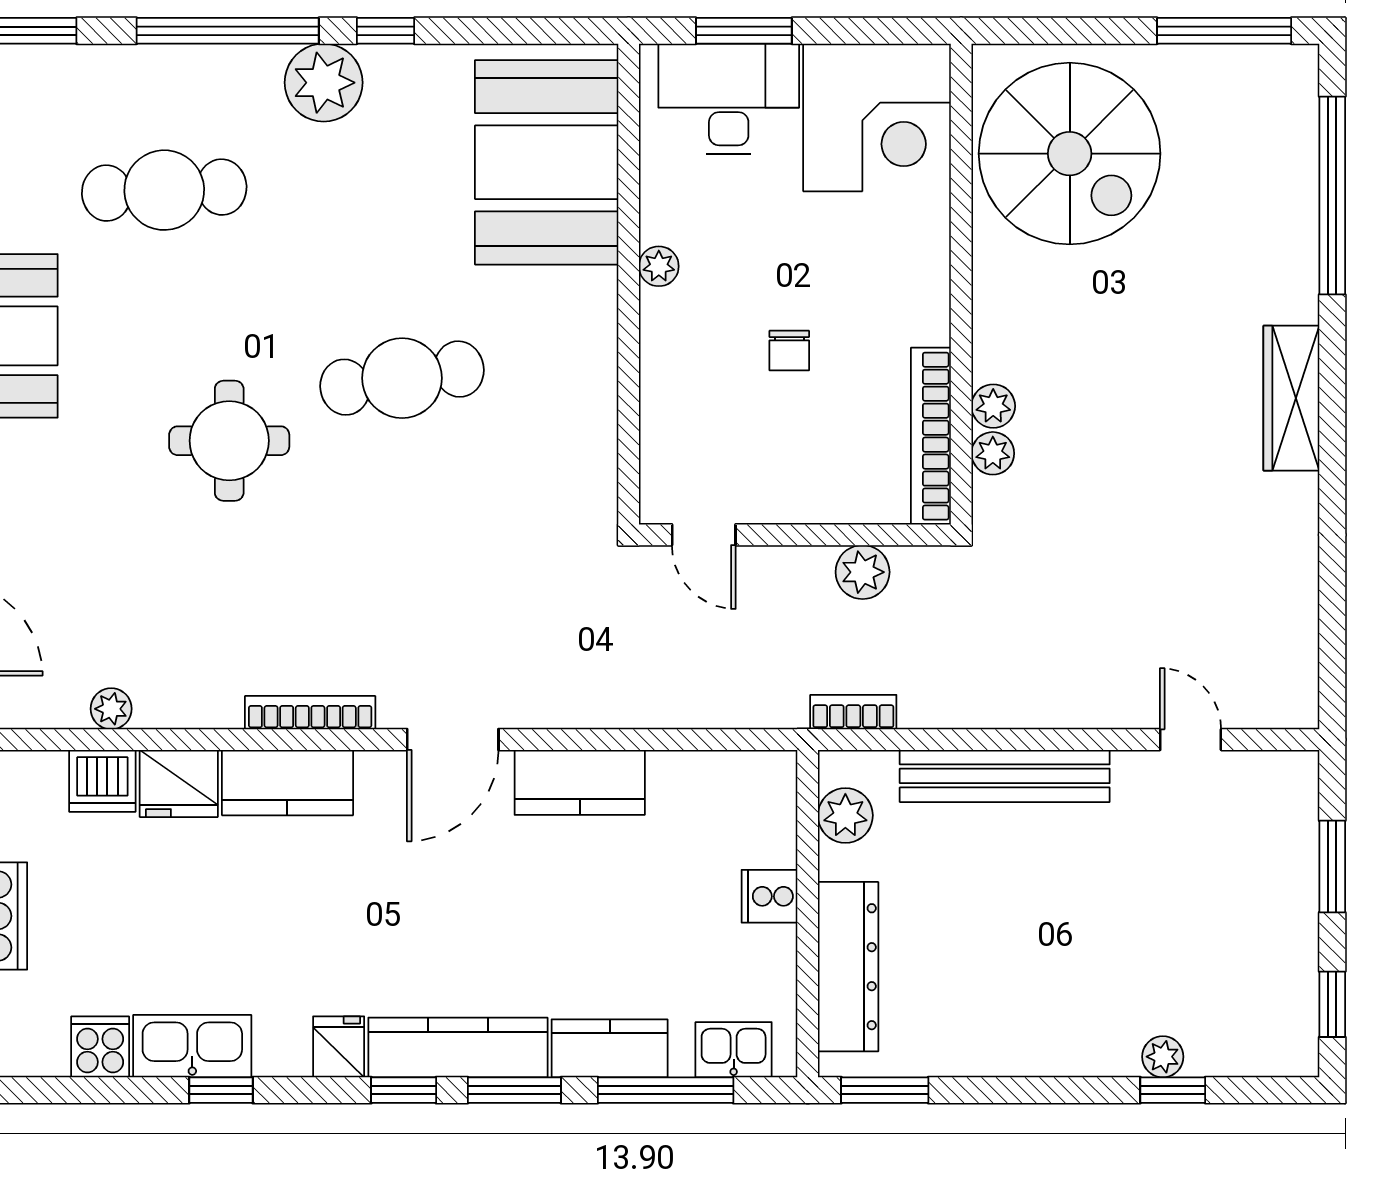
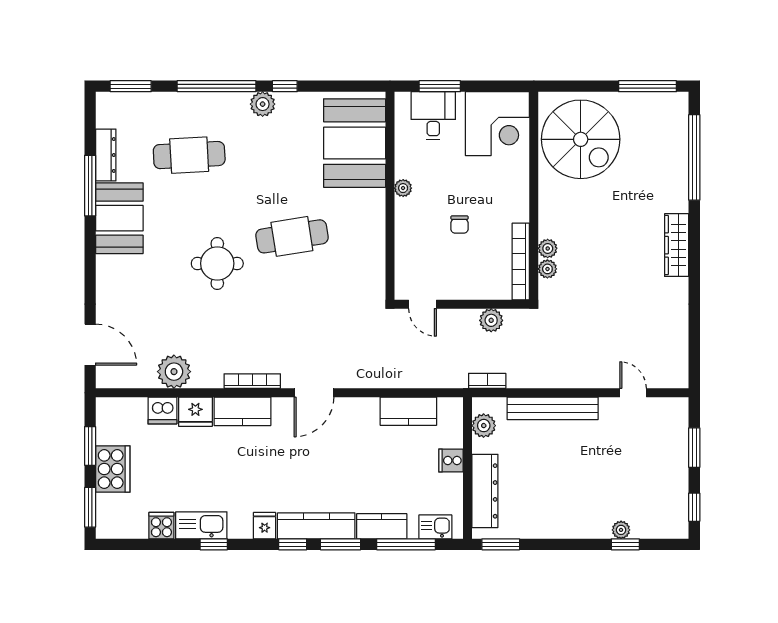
plant: (324, 83) -> (263, 104), width x0.73, depth x0.73
desk: (729, 99) -> (433, 116), width x0.73
plant: (111, 709) -> (174, 372), width x1.88, depth x1.88
kitchen counter: (580, 782) -> (408, 411), moved

